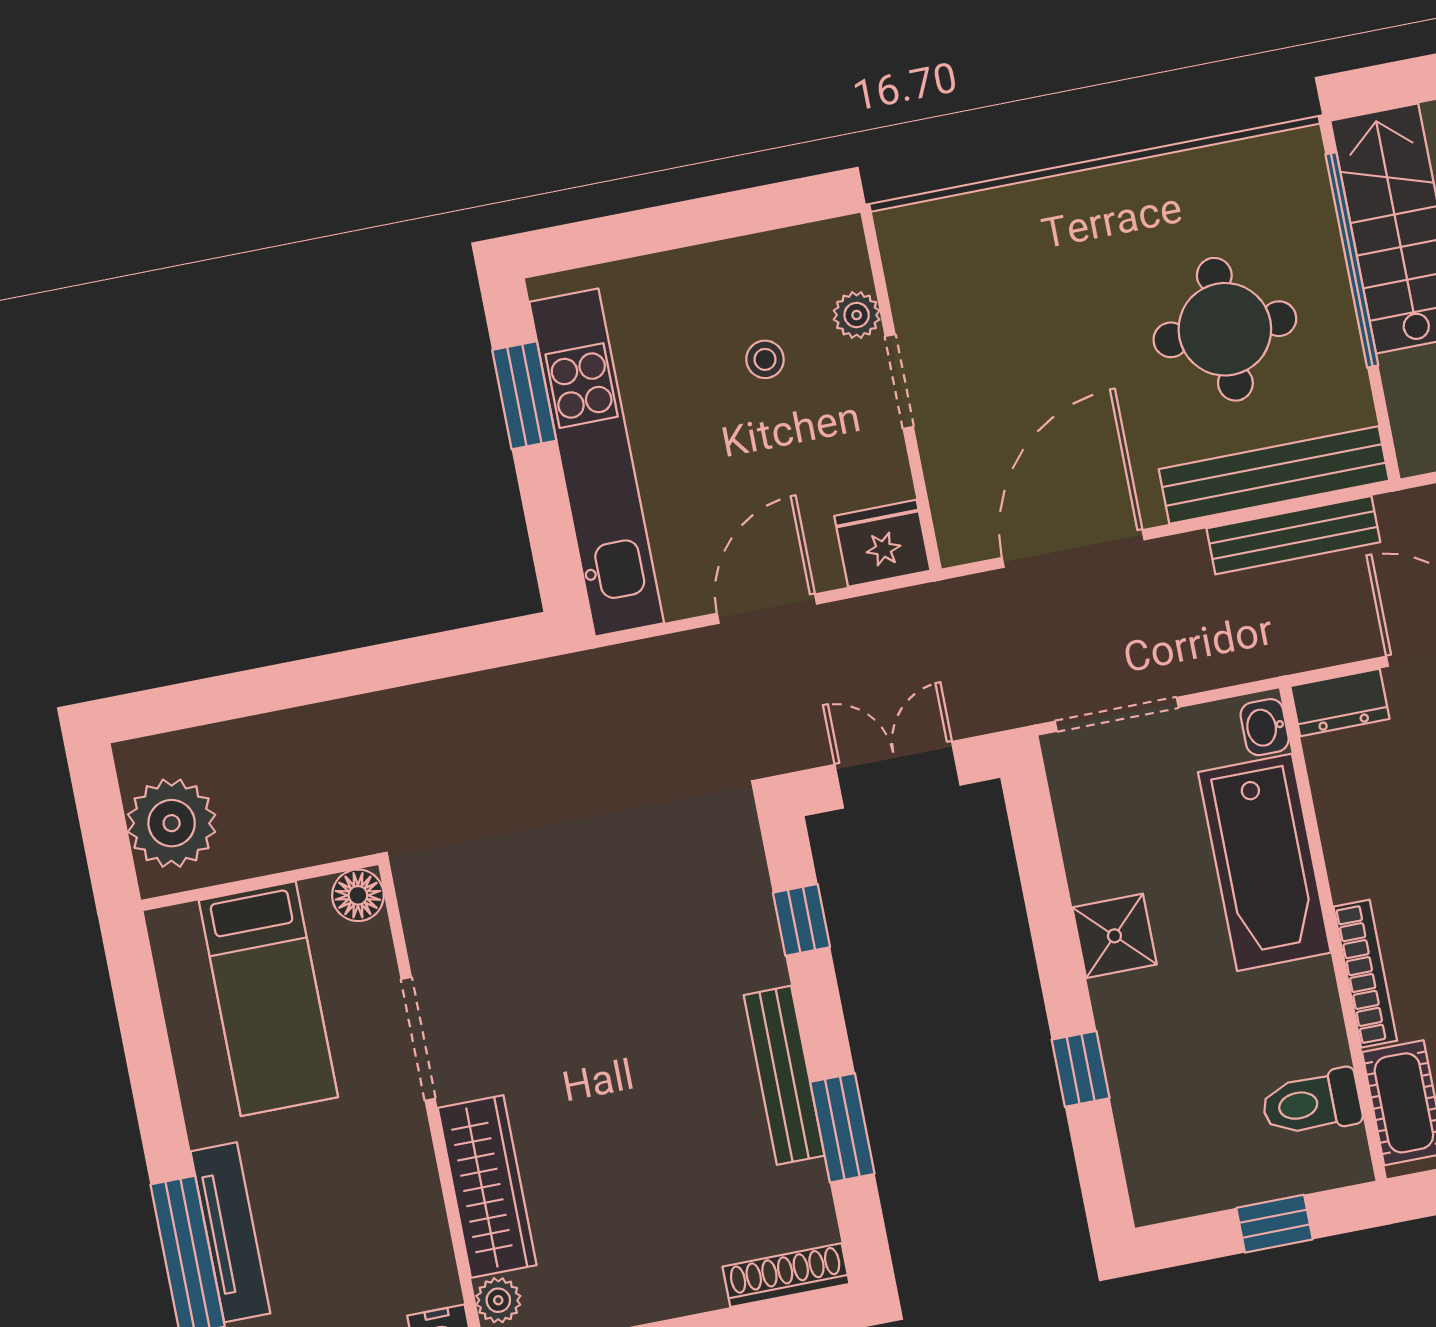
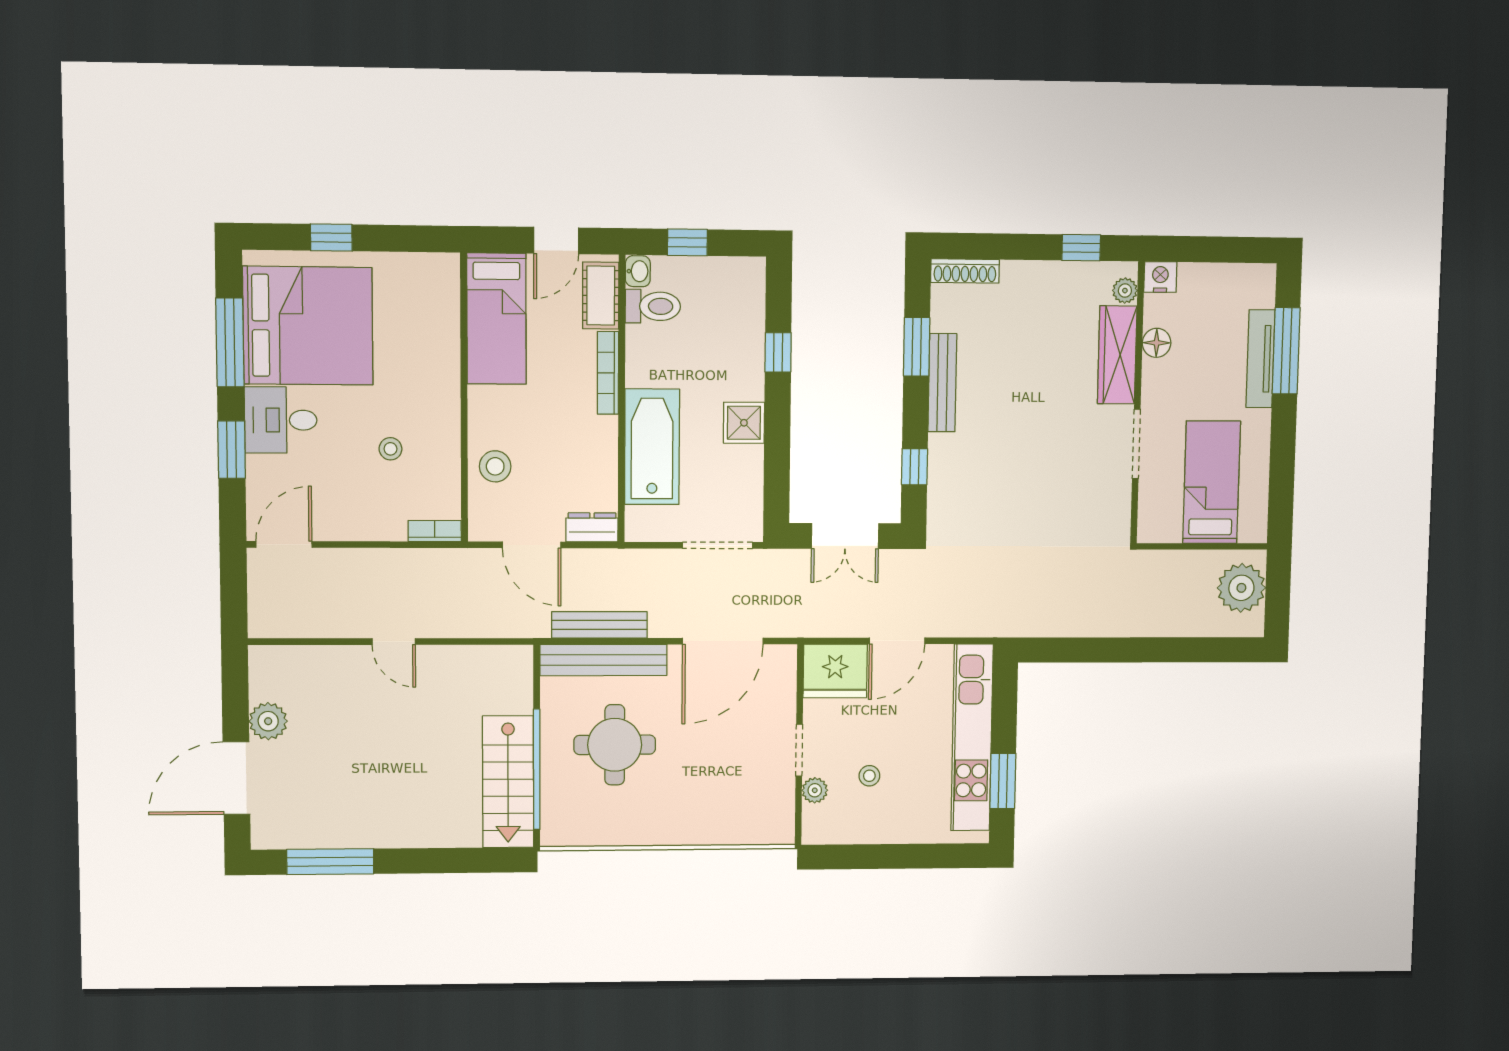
fridge: (882, 543) -> (835, 671), width x1.36, depth x1.34
washbasin: (1265, 727) -> (638, 271), moved
floor lamp: (358, 895) -> (1157, 343), moved

